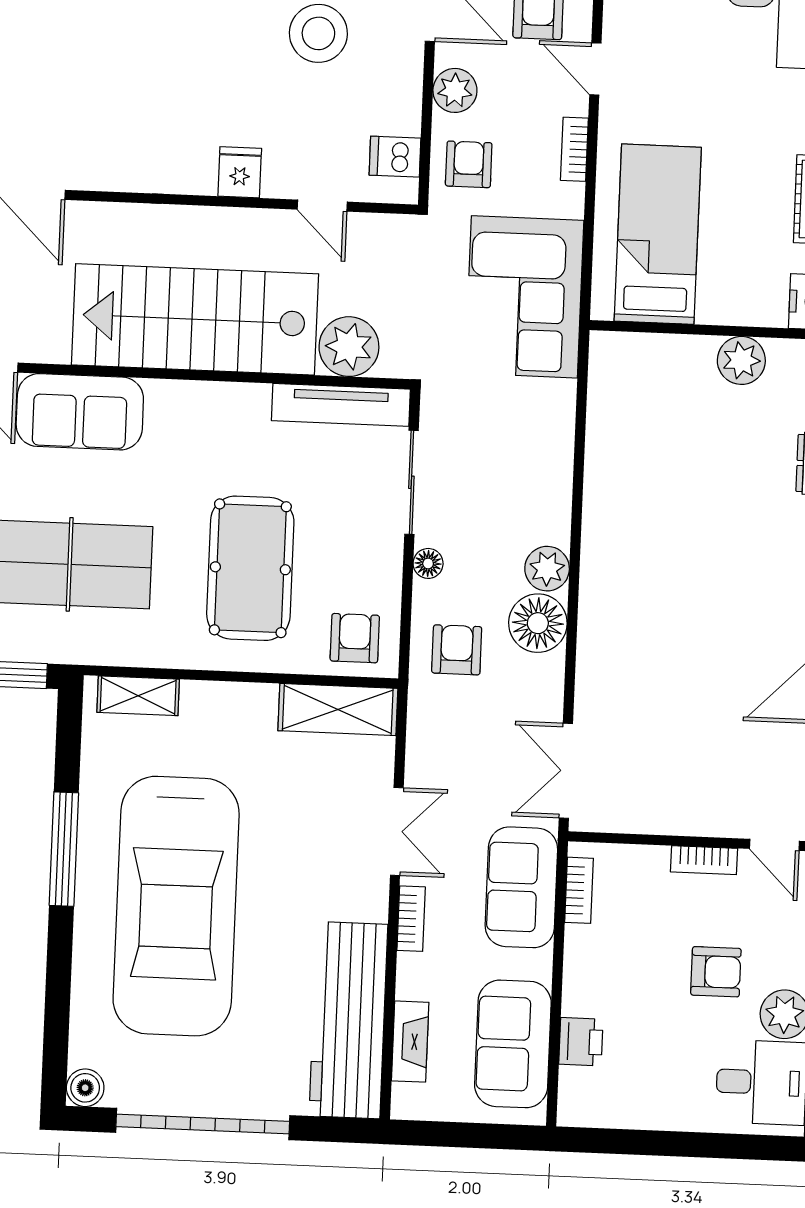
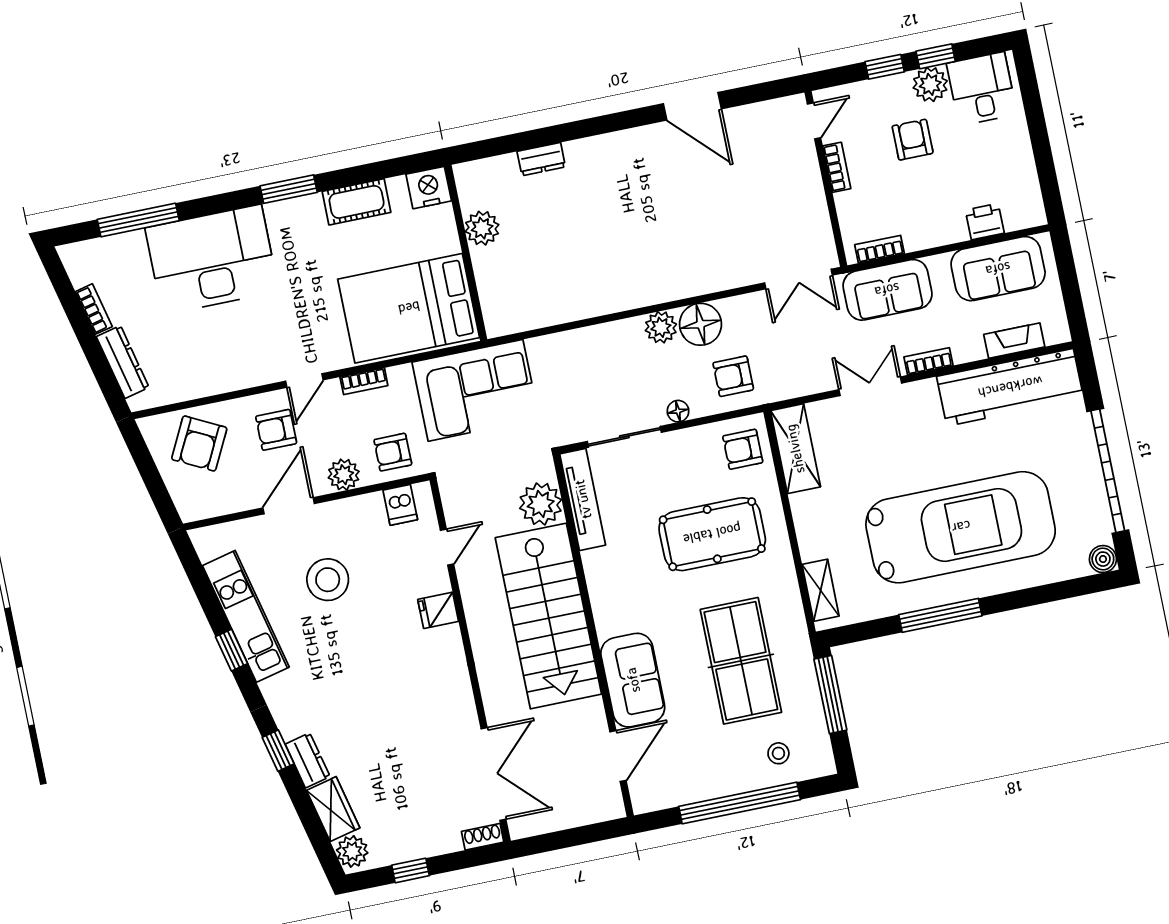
bed: (658, 234) -> (409, 308), width x1.50

